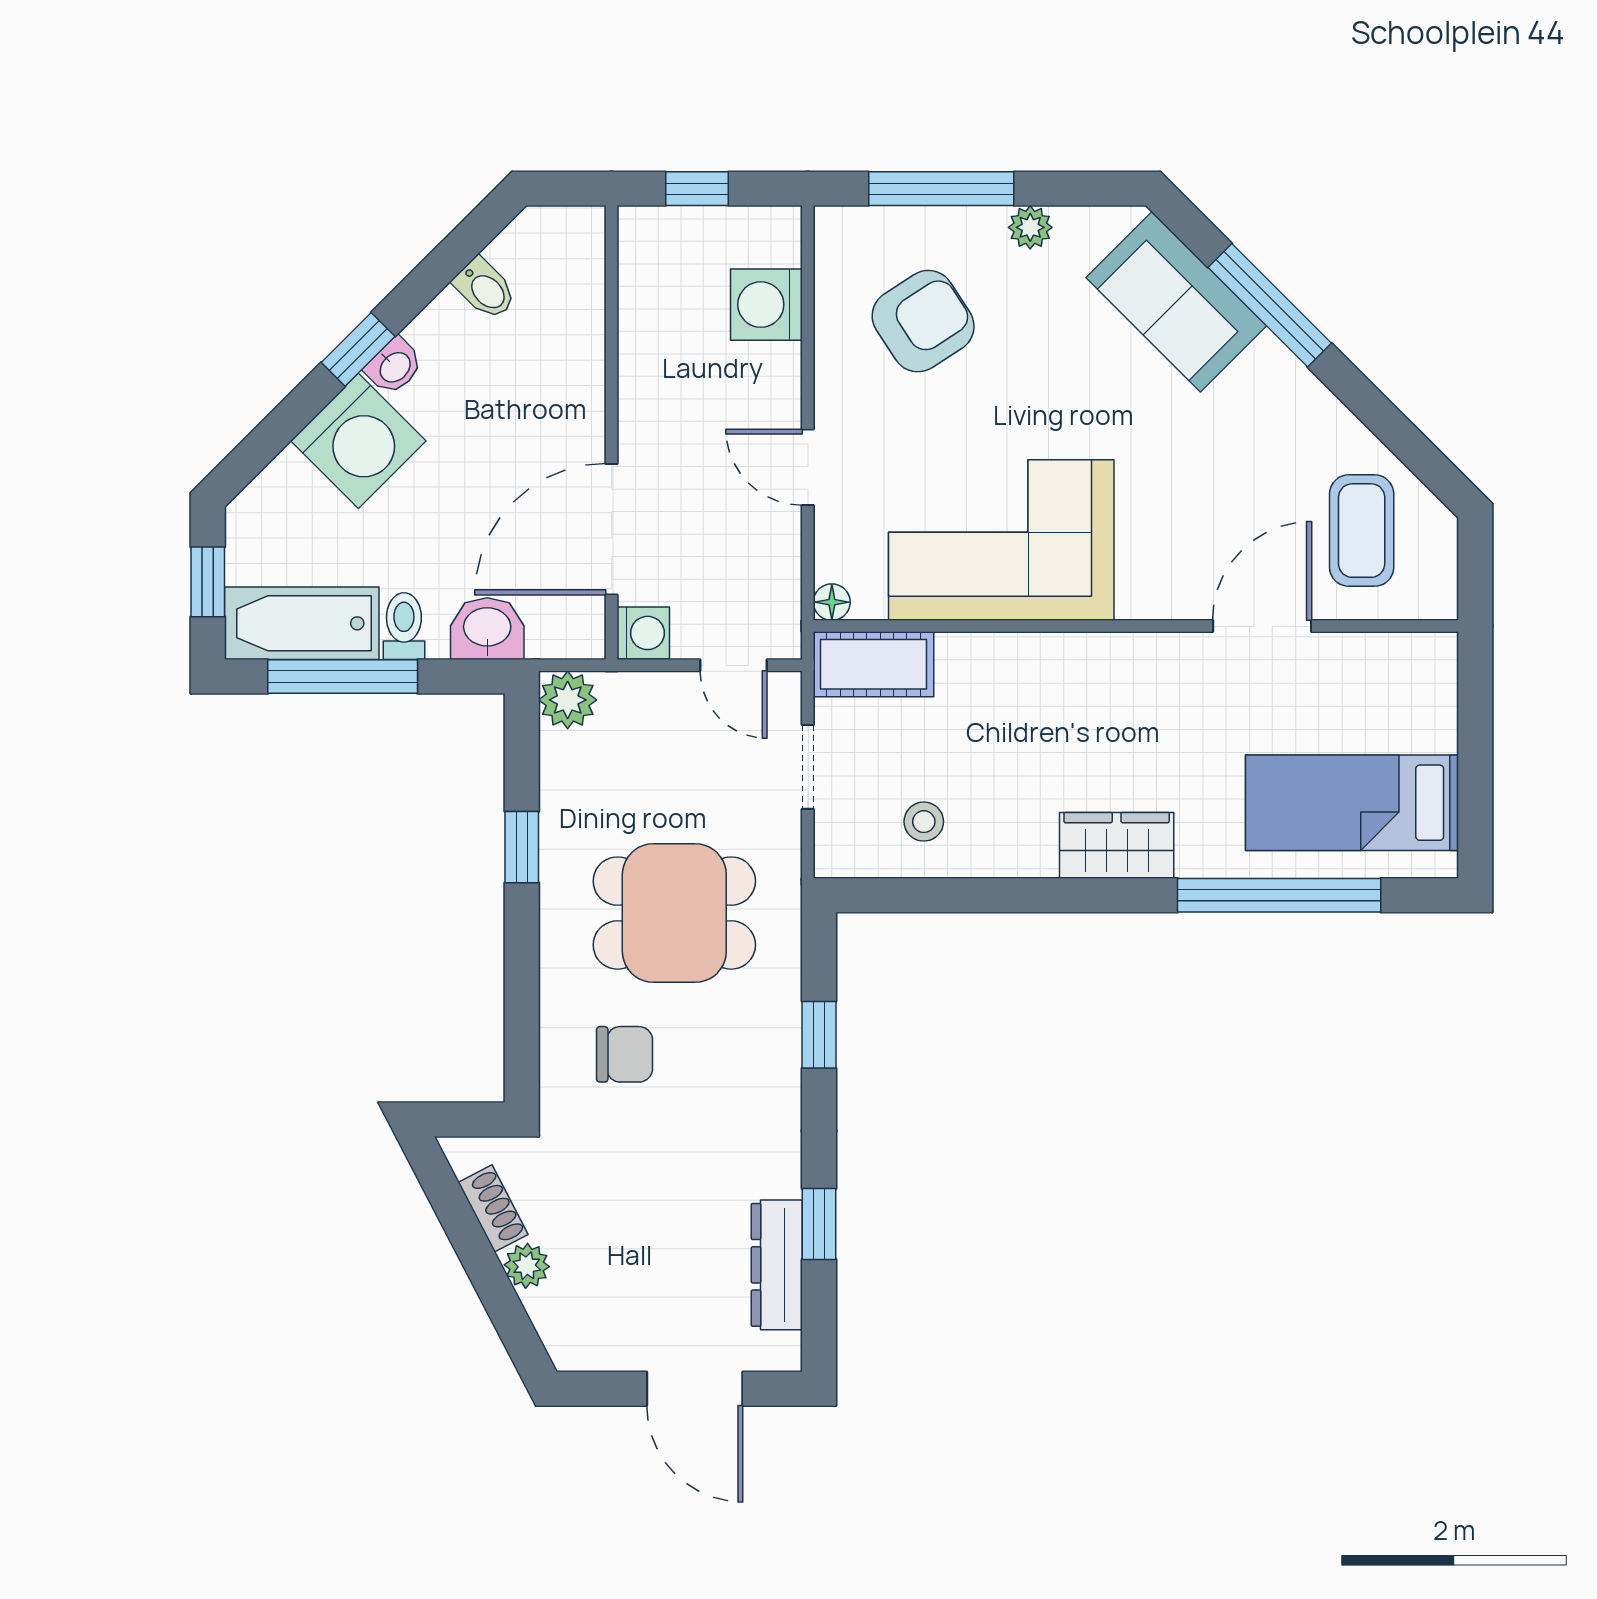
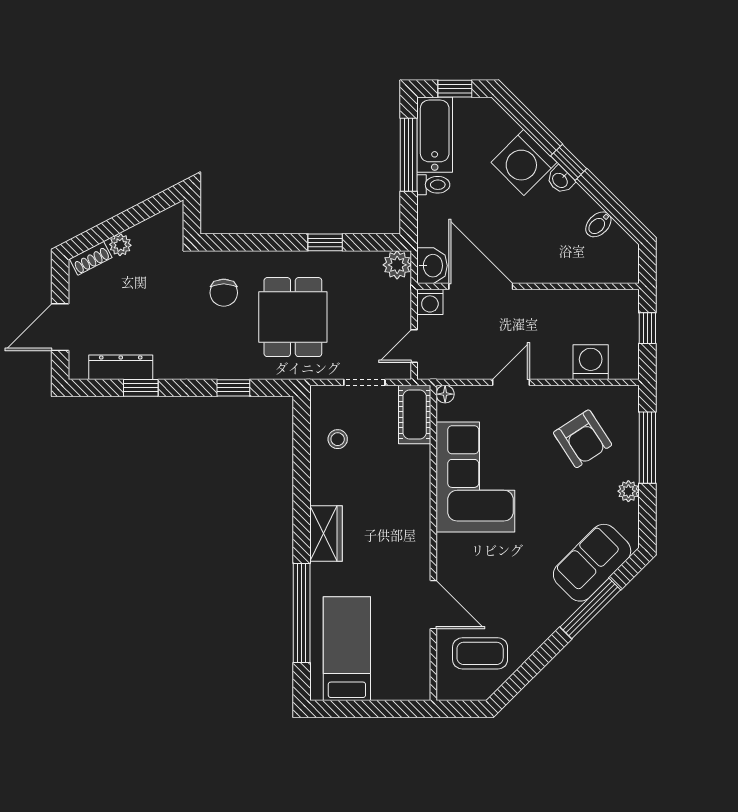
washbasin: (487, 629) -> (432, 266), moved
shoe rack: (493, 1208) -> (91, 258), moved

